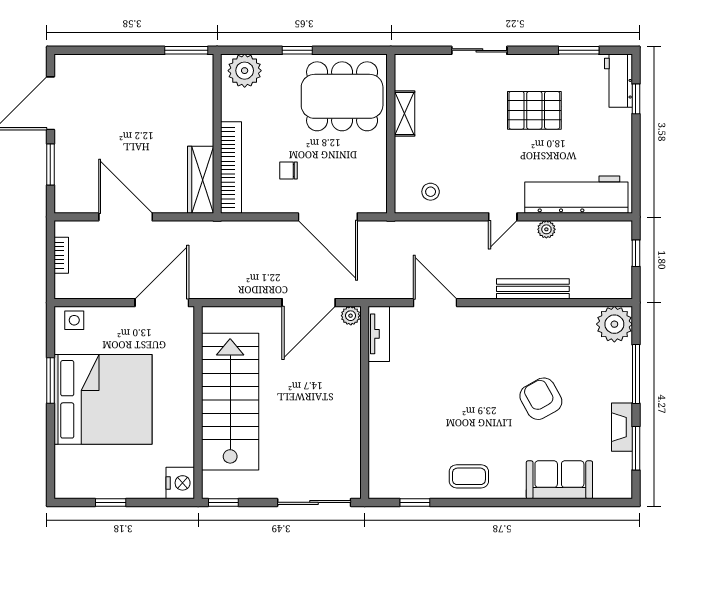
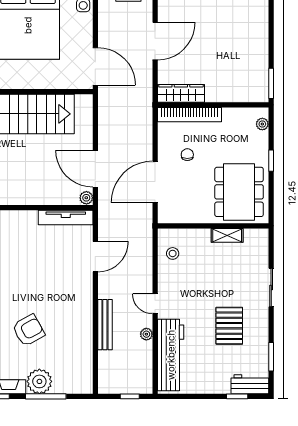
plant: (245, 71) -> (262, 124), width x0.53, depth x0.53
plant: (614, 324) -> (39, 381), moved
tv unit: (379, 334) -> (66, 217), width x1.41

